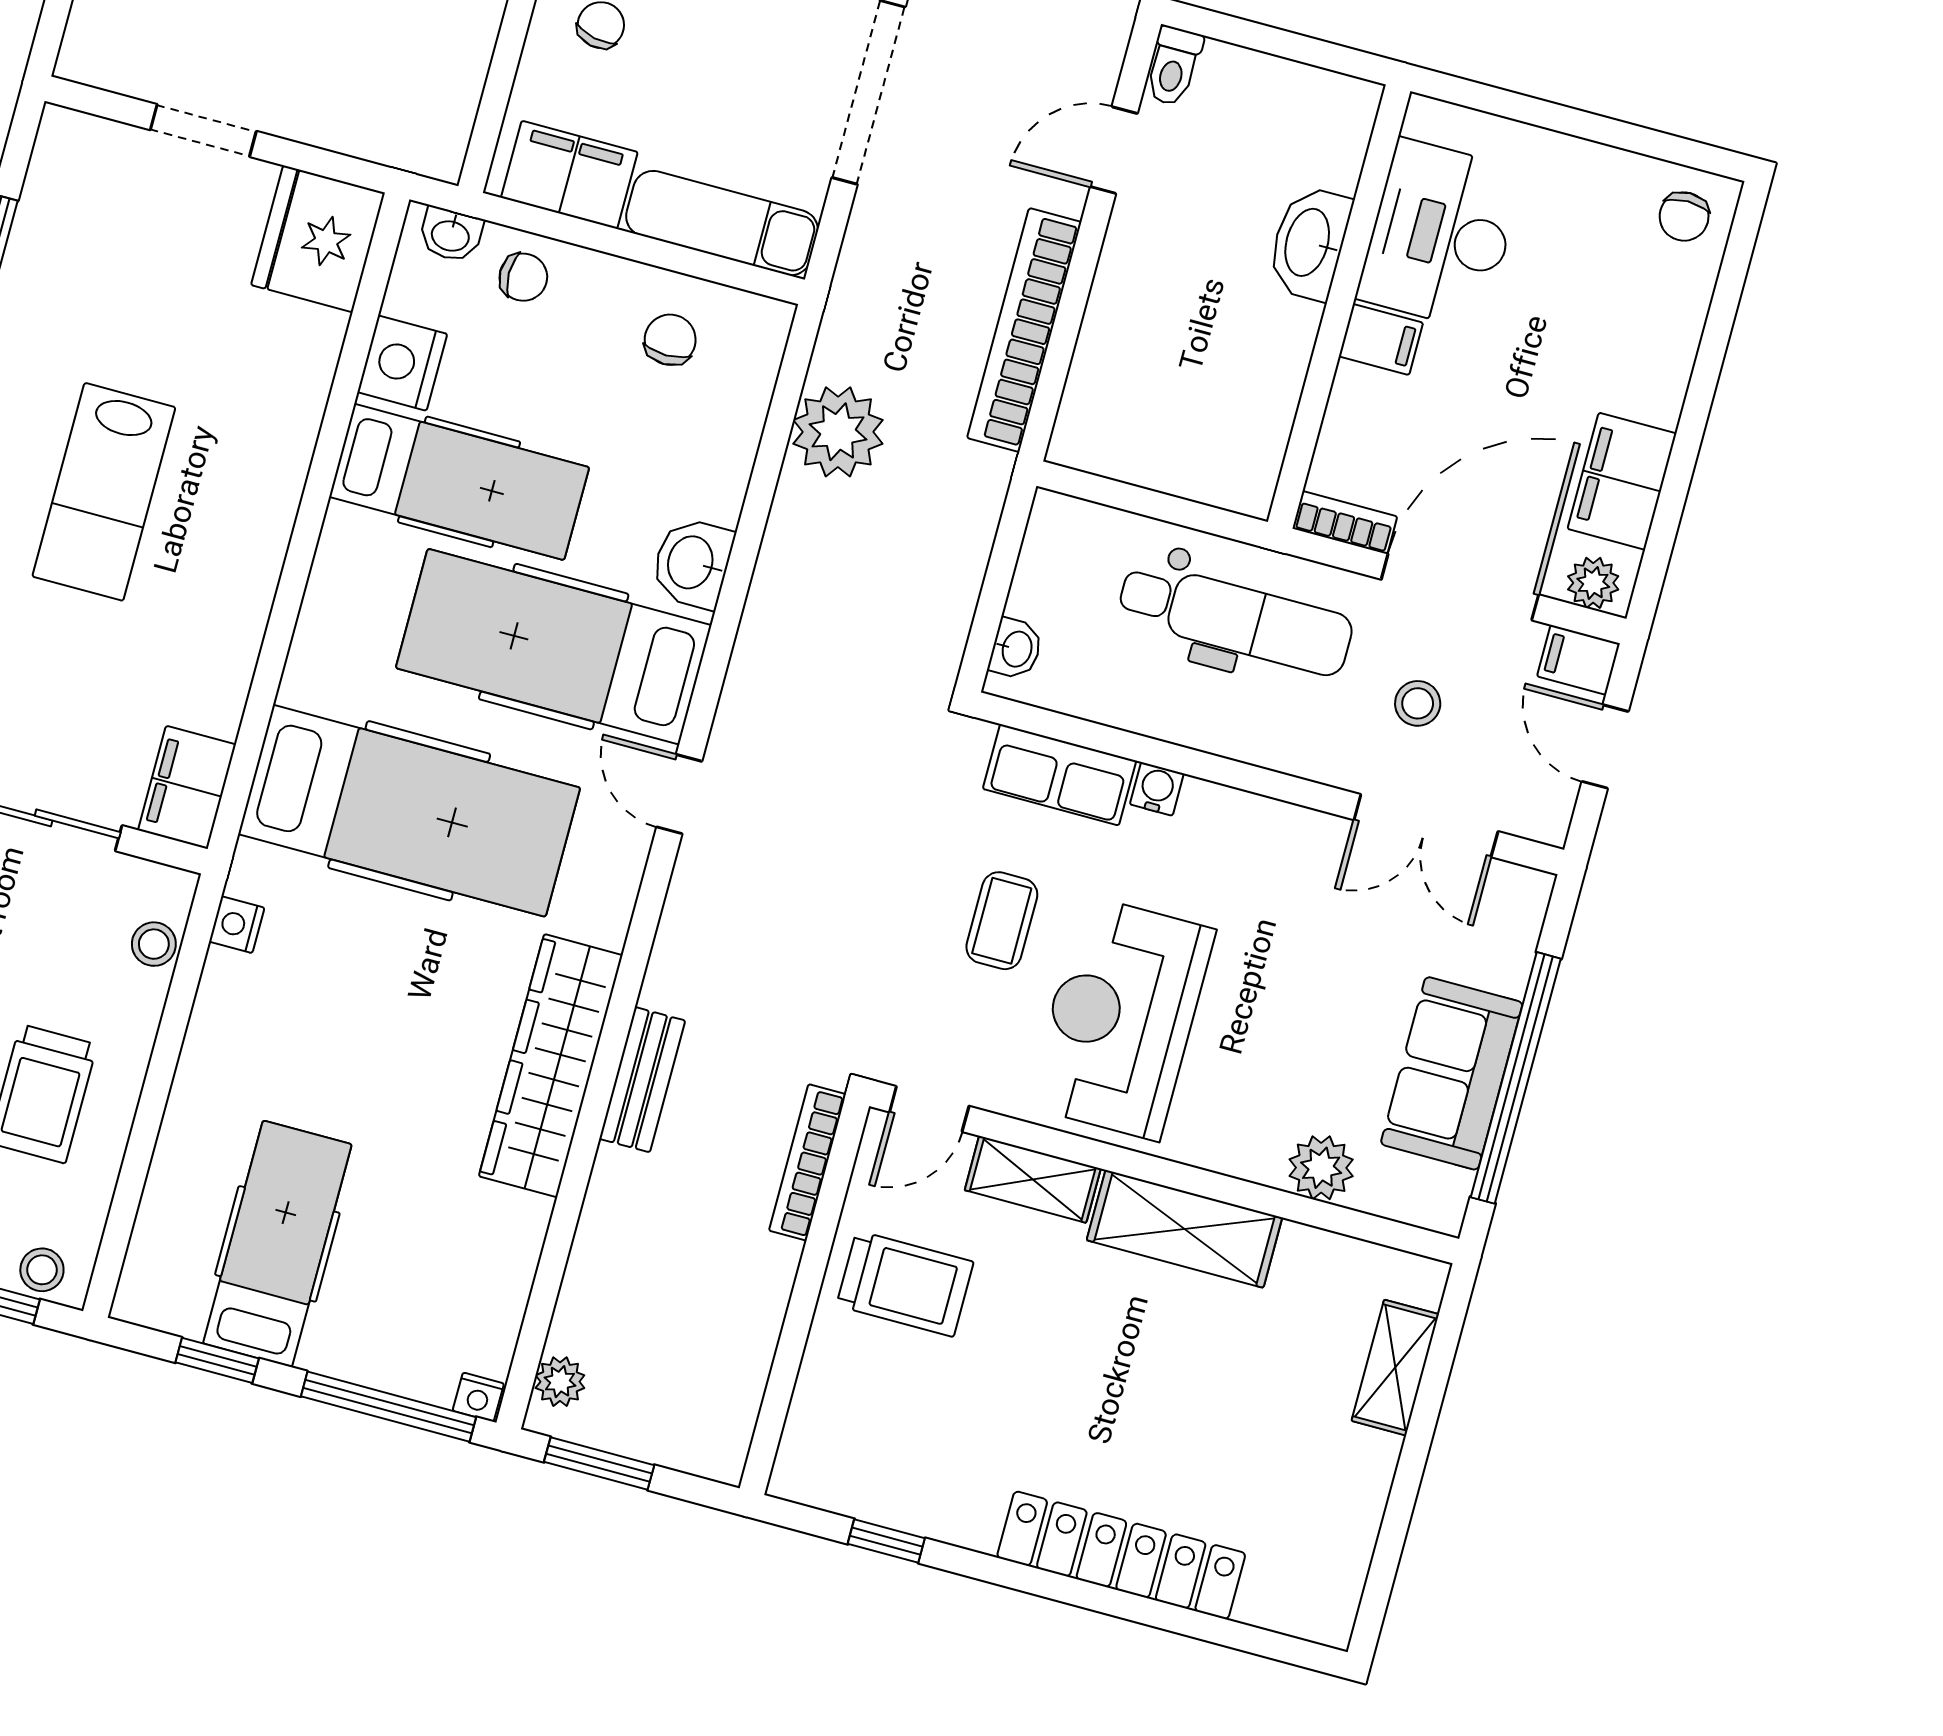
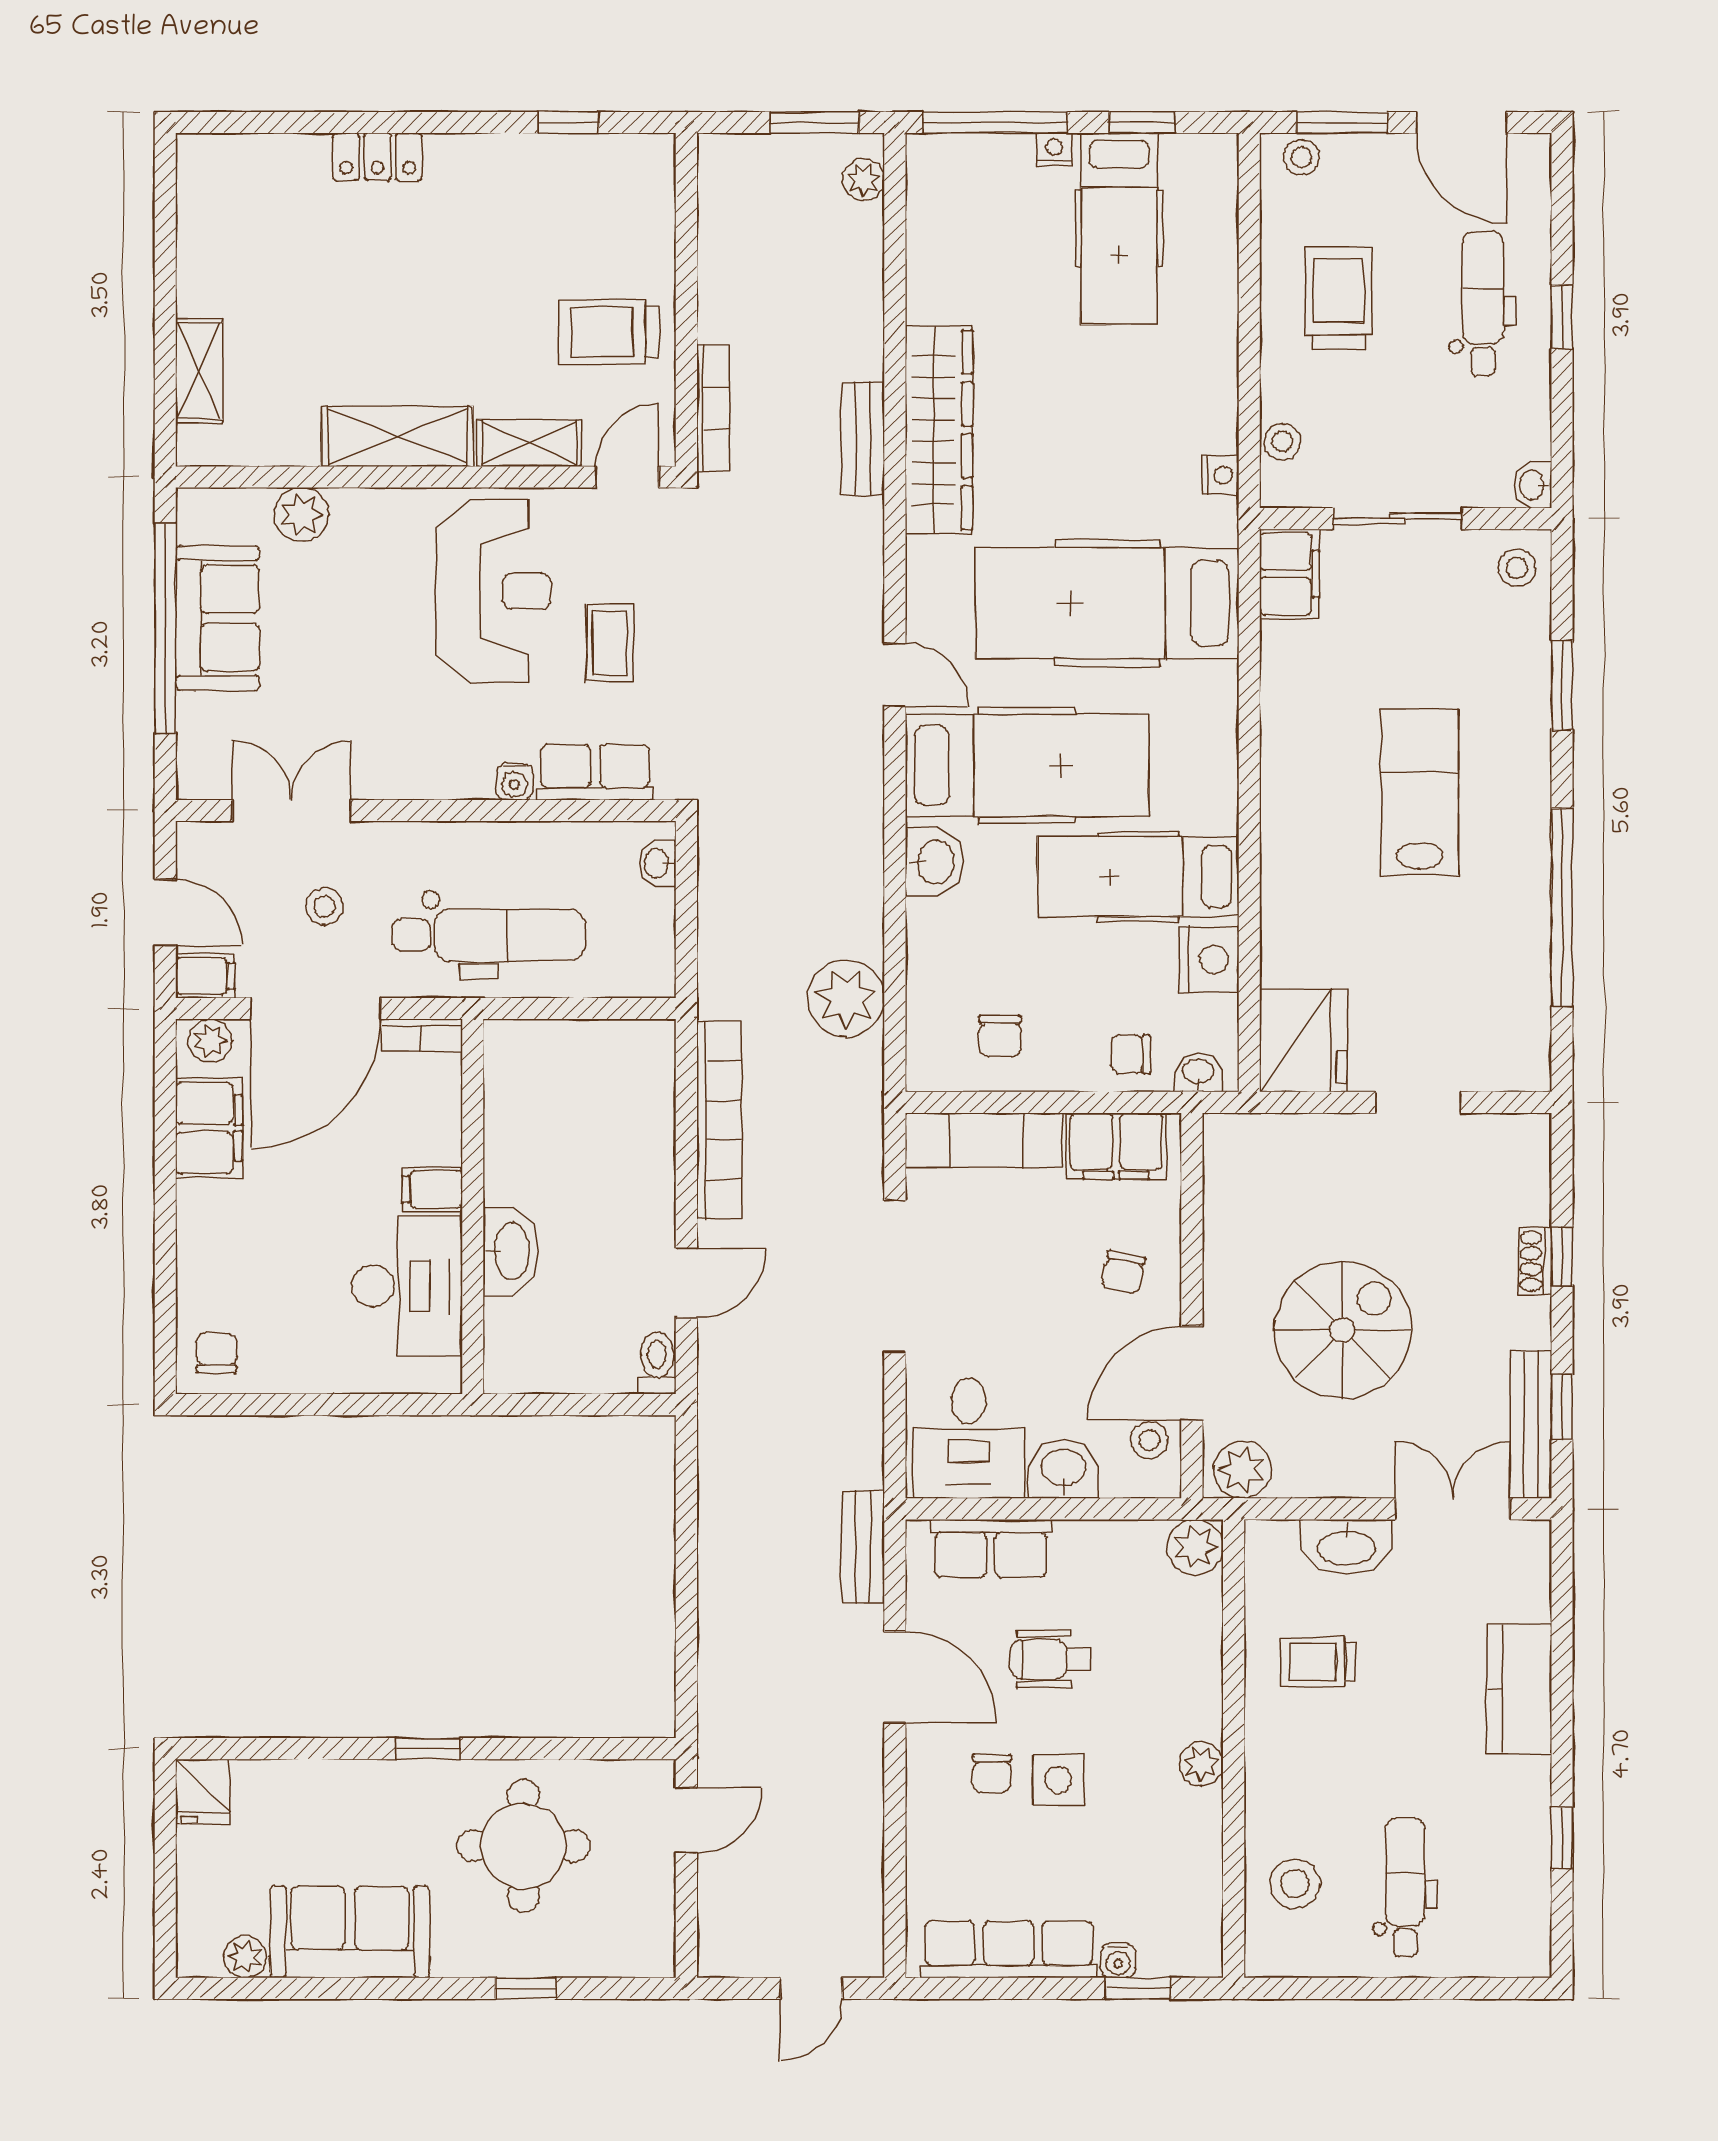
dental chair: (1235, 618) -> (488, 935), turned 180
nightstand: (478, 1397) -> (1054, 150), moved
locker: (1121, 1555) -> (378, 157), width x0.46, depth x0.83

